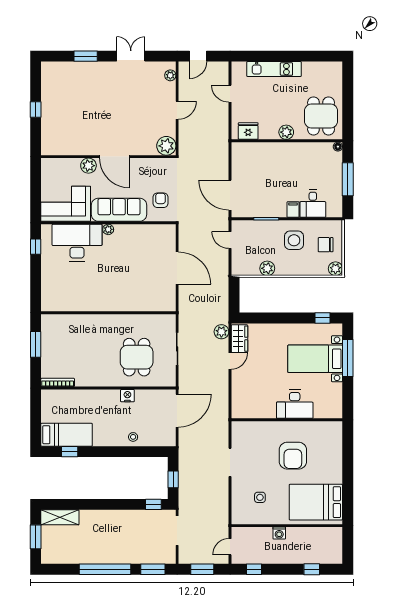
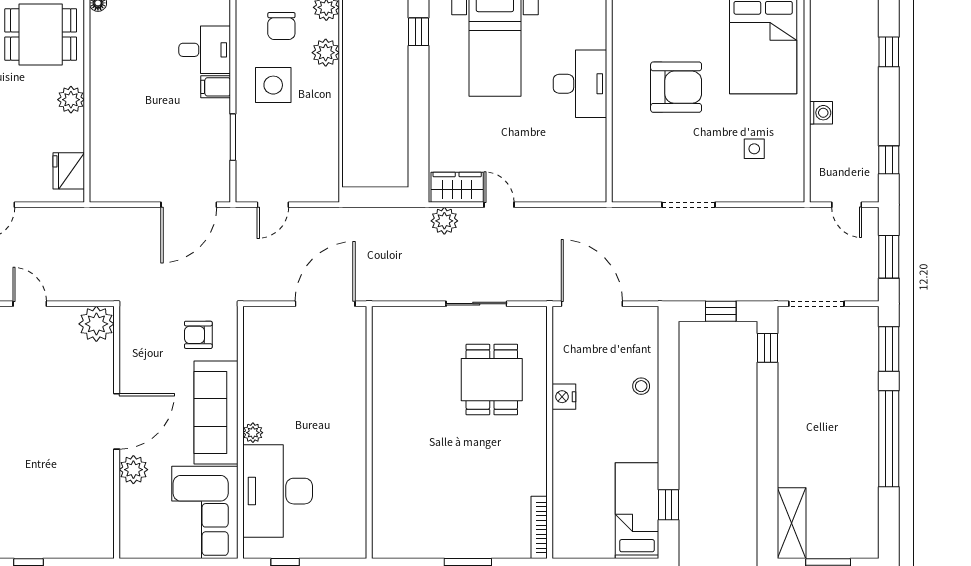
plant: (267, 268) -> (326, 53), moved
wall: (108, 313) -> (369, 432), moved
dining table: (137, 357) -> (492, 380), turned 90

